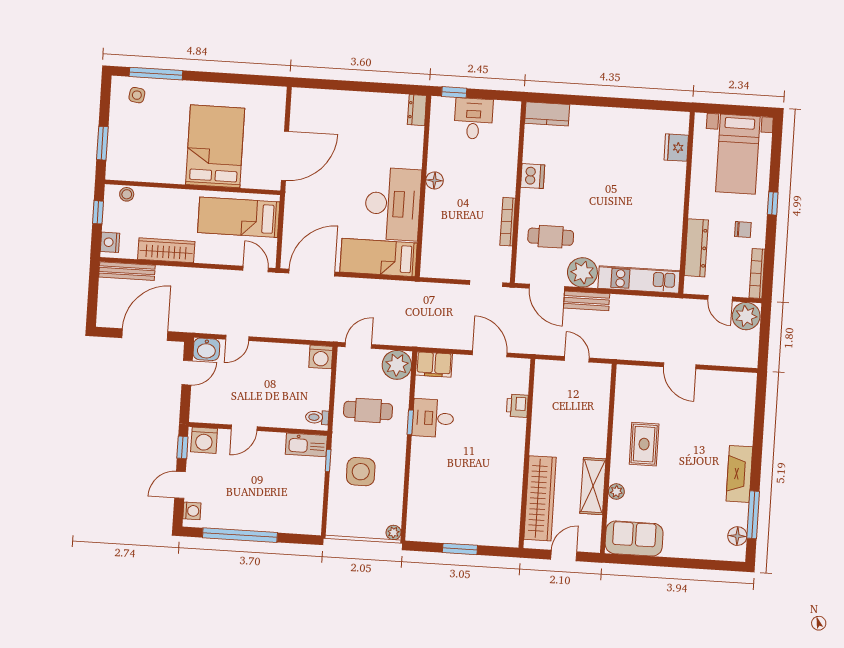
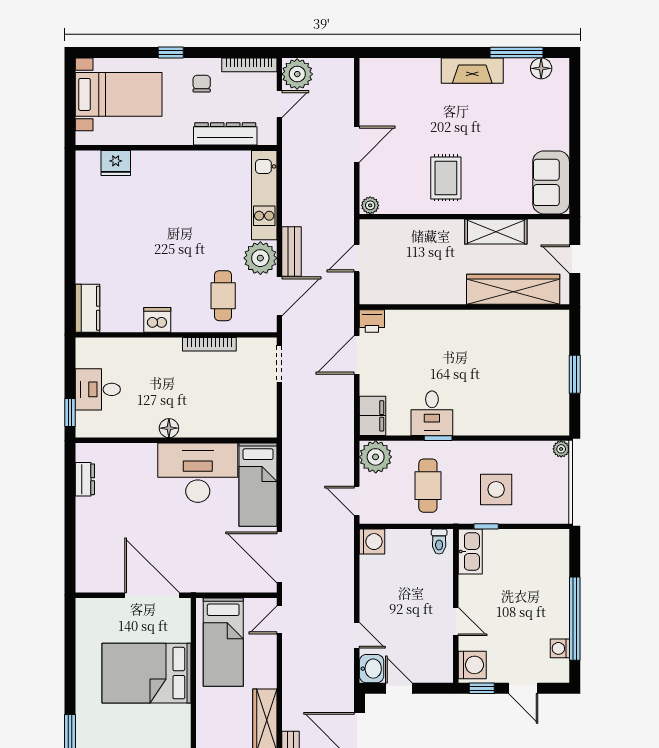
dresser: (417, 110) -> (85, 479), moved, turned -90
printer: (517, 406) -> (372, 321), moved
rug: (644, 444) -> (446, 178), turned 90
plant: (616, 492) -> (370, 205), moved
washing machine: (192, 511) -> (560, 648), moved, turned -90

